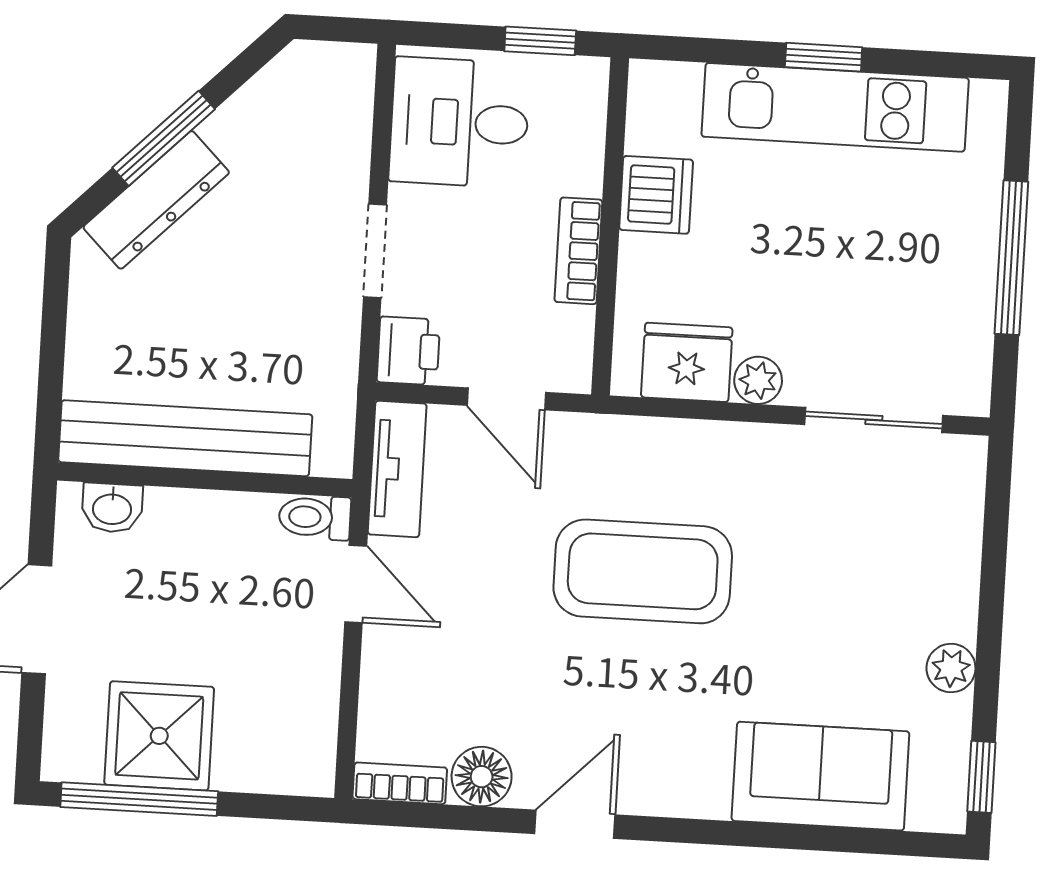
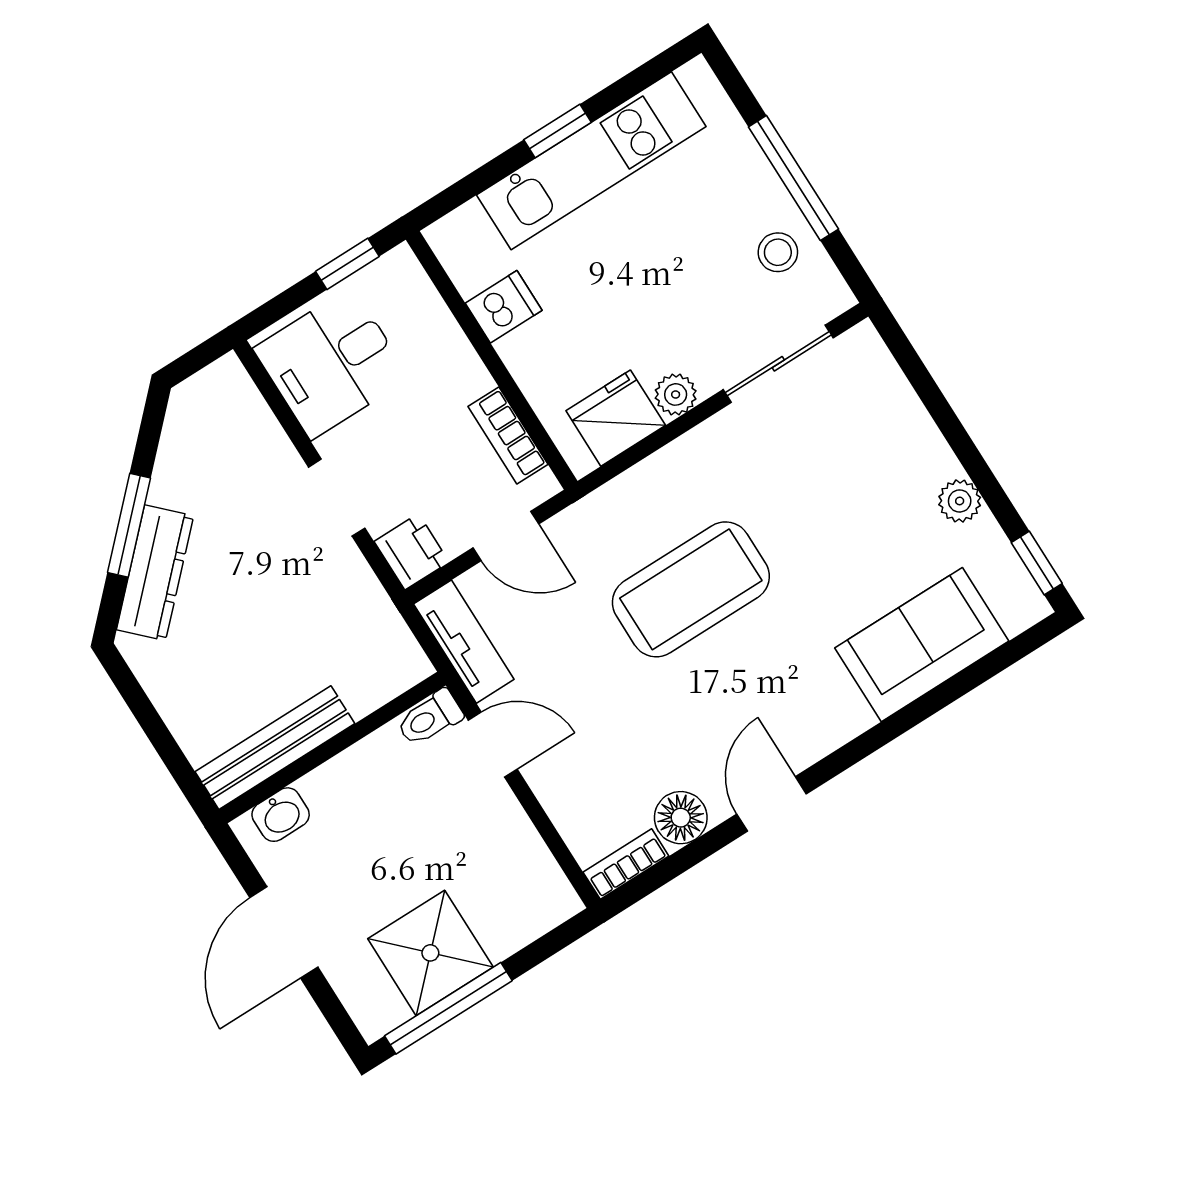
dishwasher: (656, 195) -> (504, 307), width x0.73
bookcase: (578, 251) -> (508, 435), moved
stool: (948, 316) -> (778, 252), added
bench: (185, 438) -> (275, 748), width x0.73, depth x0.82

